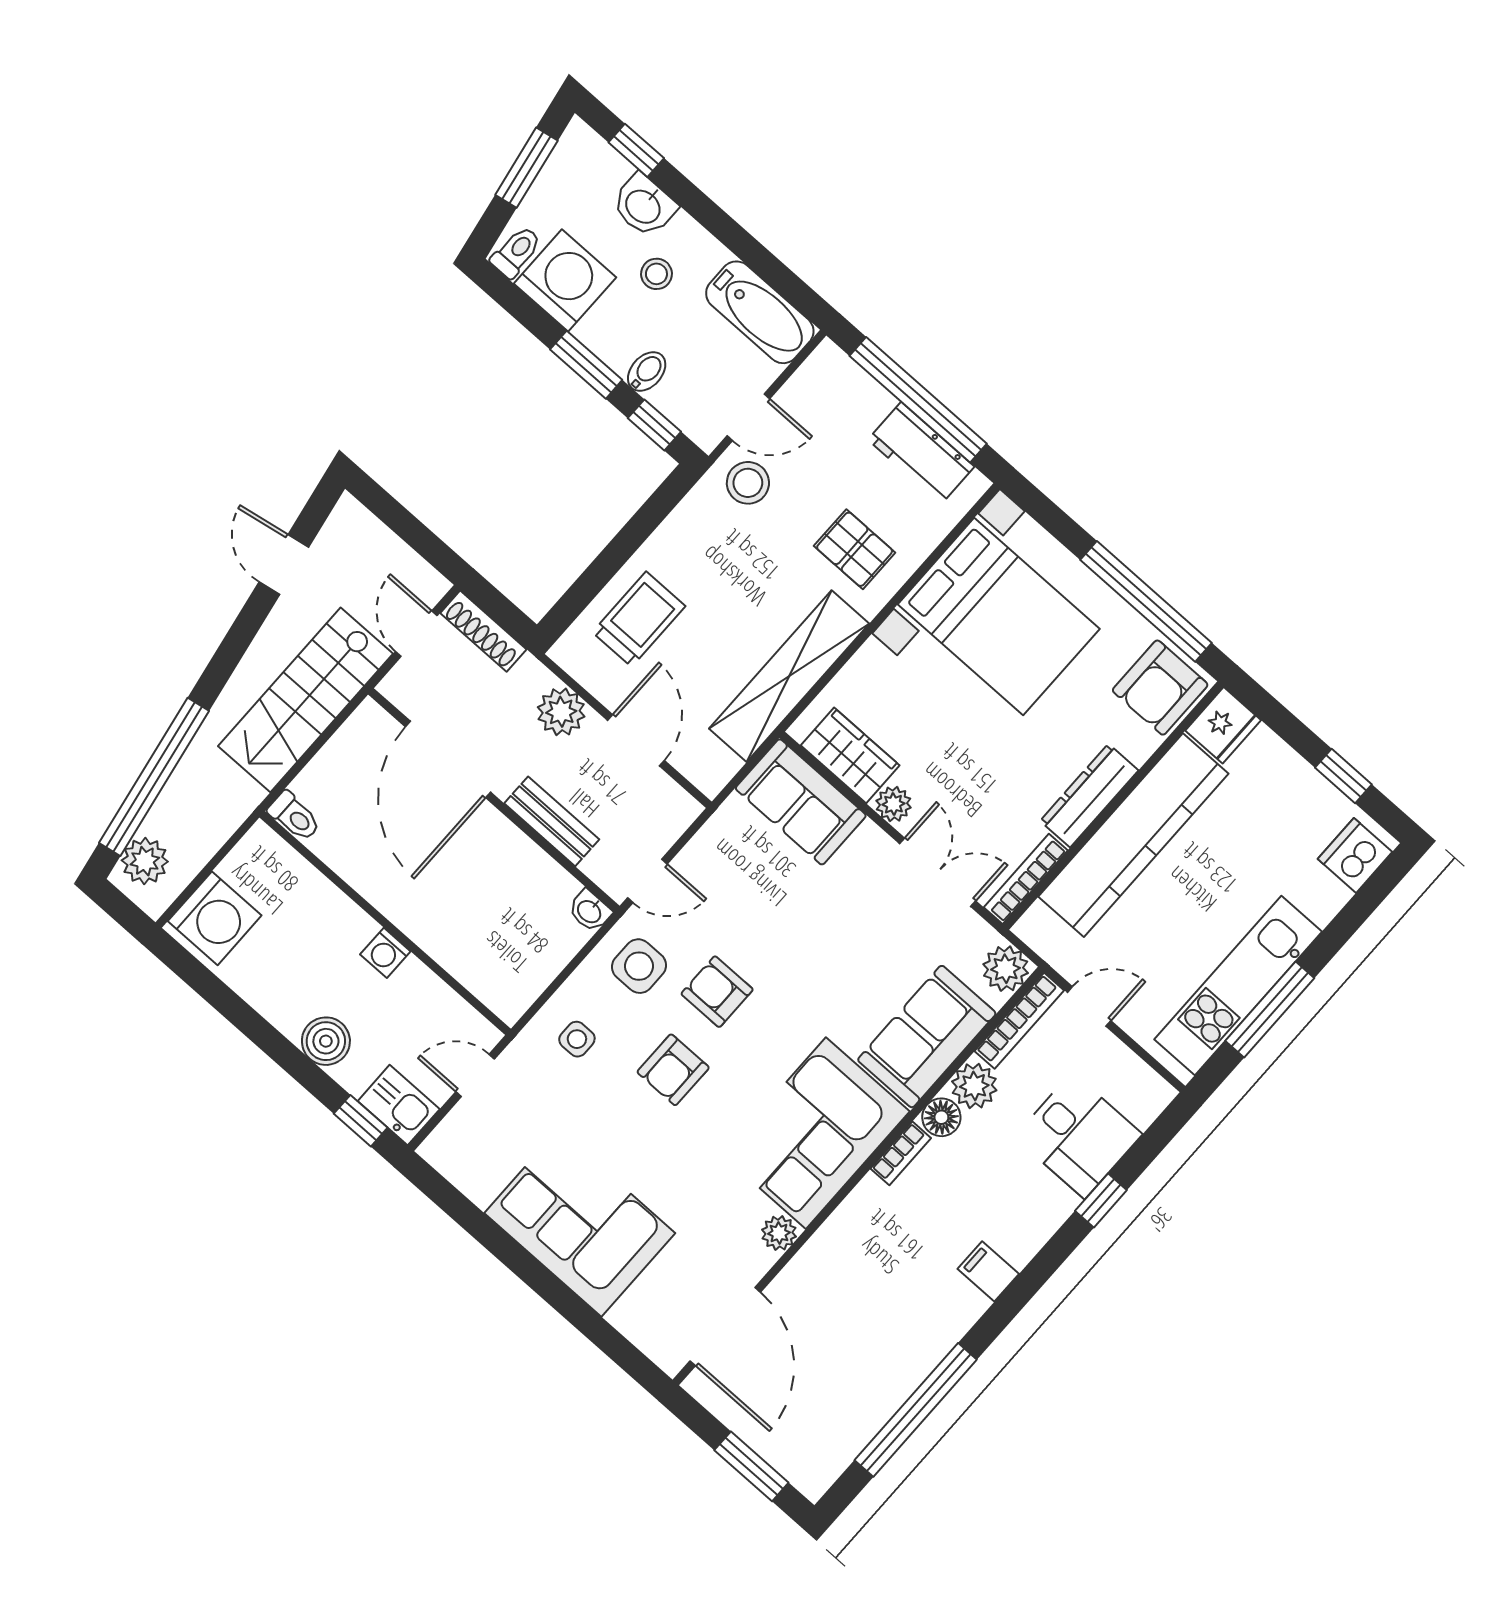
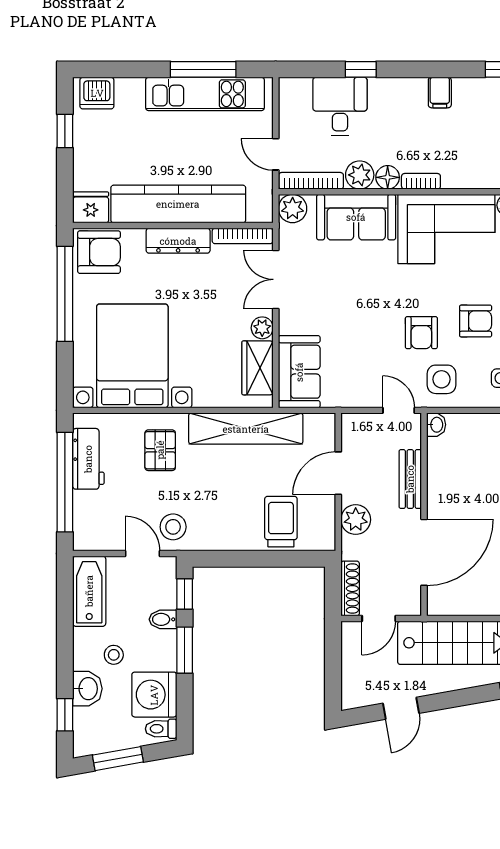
trolley: (639, 619) -> (281, 522), turned 90

